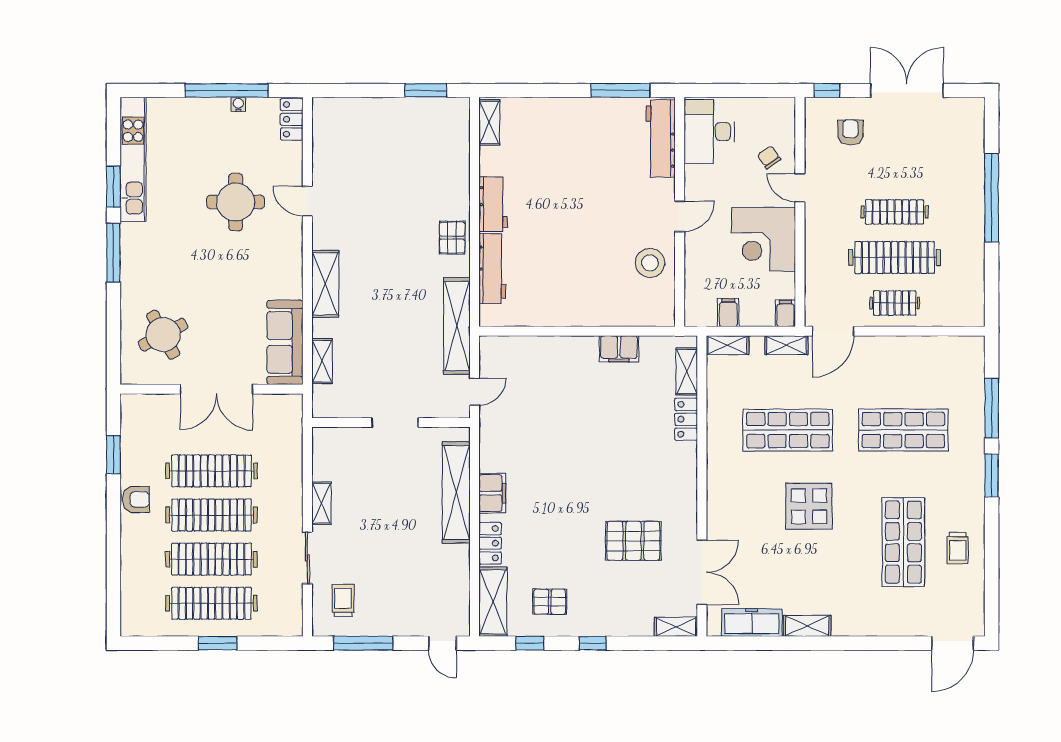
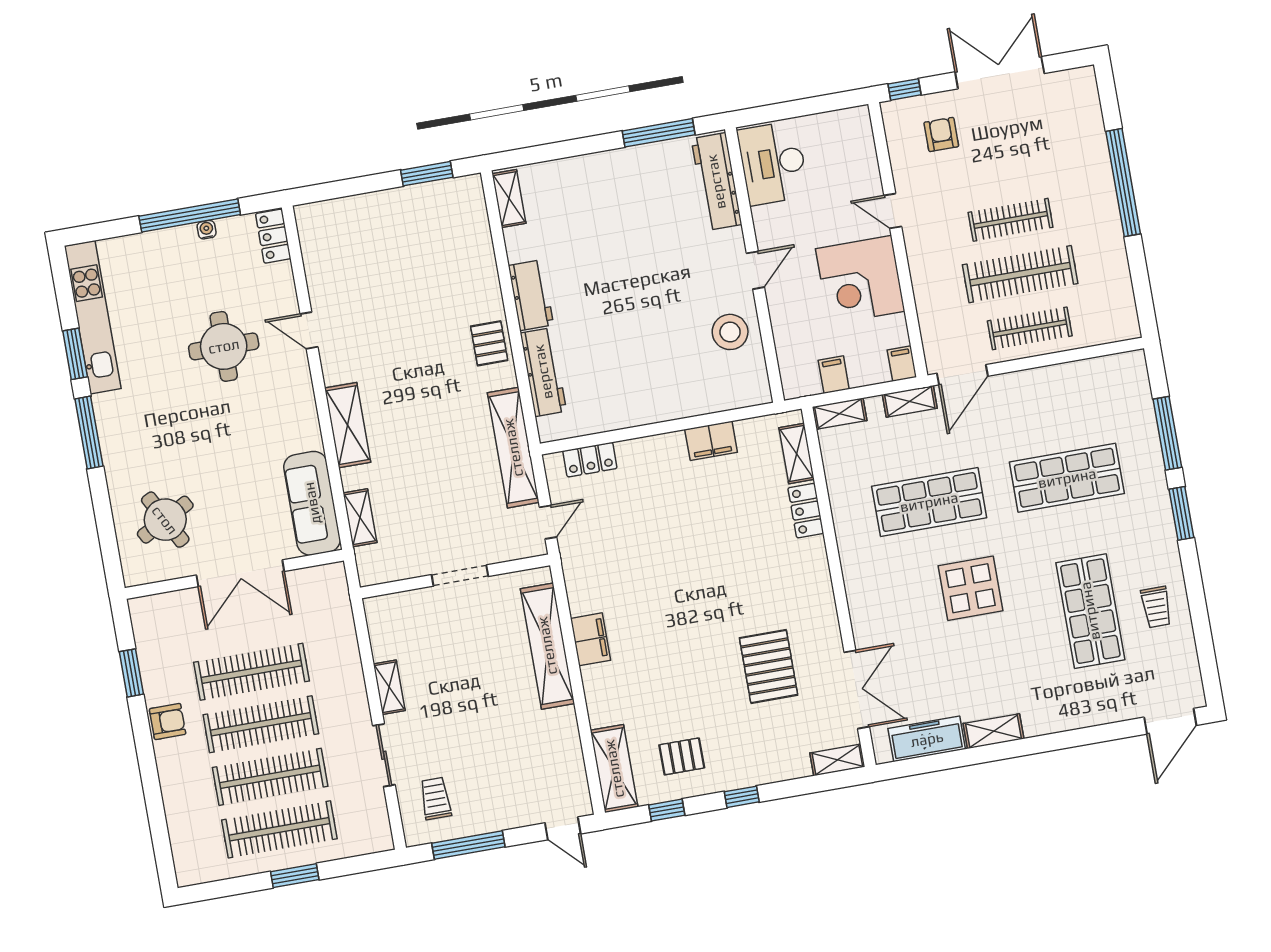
chair: (769, 157) -> (849, 181), removed
clothes rail: (895, 303) -> (1030, 328), width x1.36
pallet: (633, 541) -> (769, 666), turned 90
locker: (490, 543) -> (590, 460), moved, turned 90

